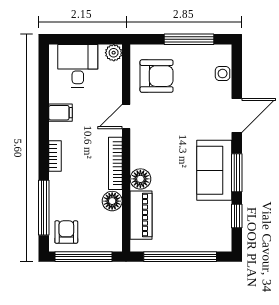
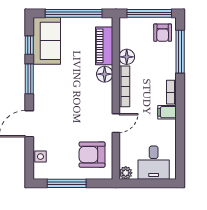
filing cabinet: (61, 113) -> (167, 112), moved
sofa: (214, 170) -> (47, 41), moved

